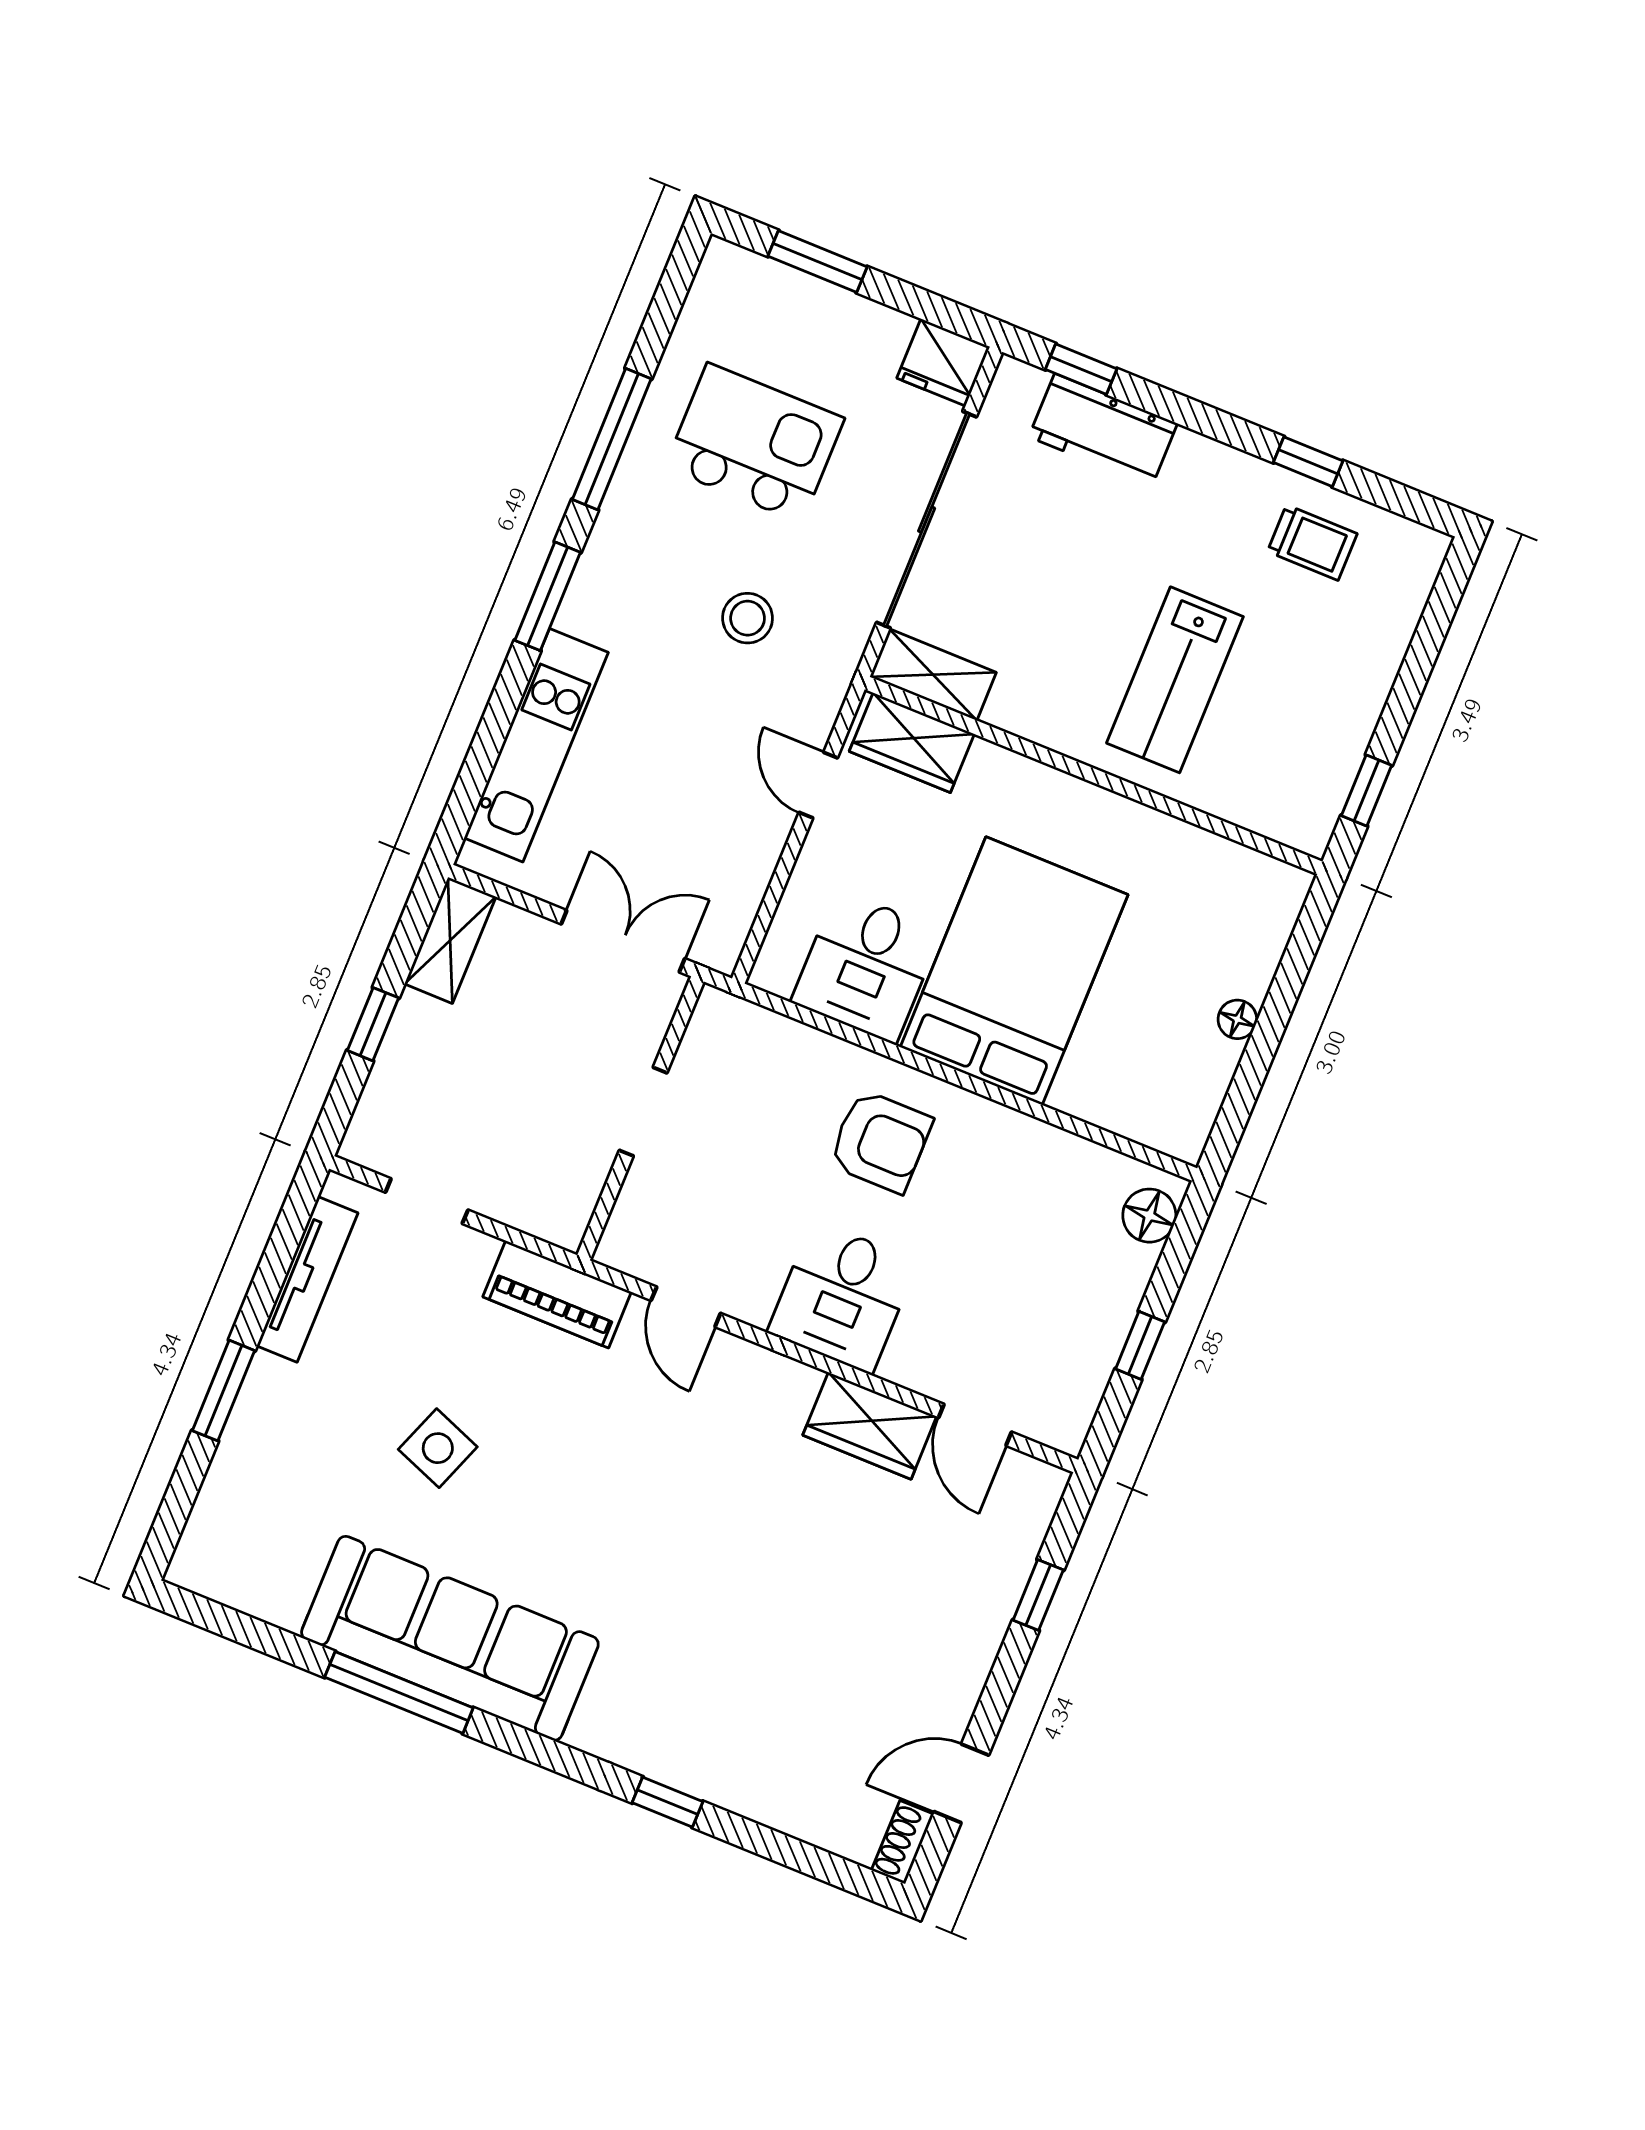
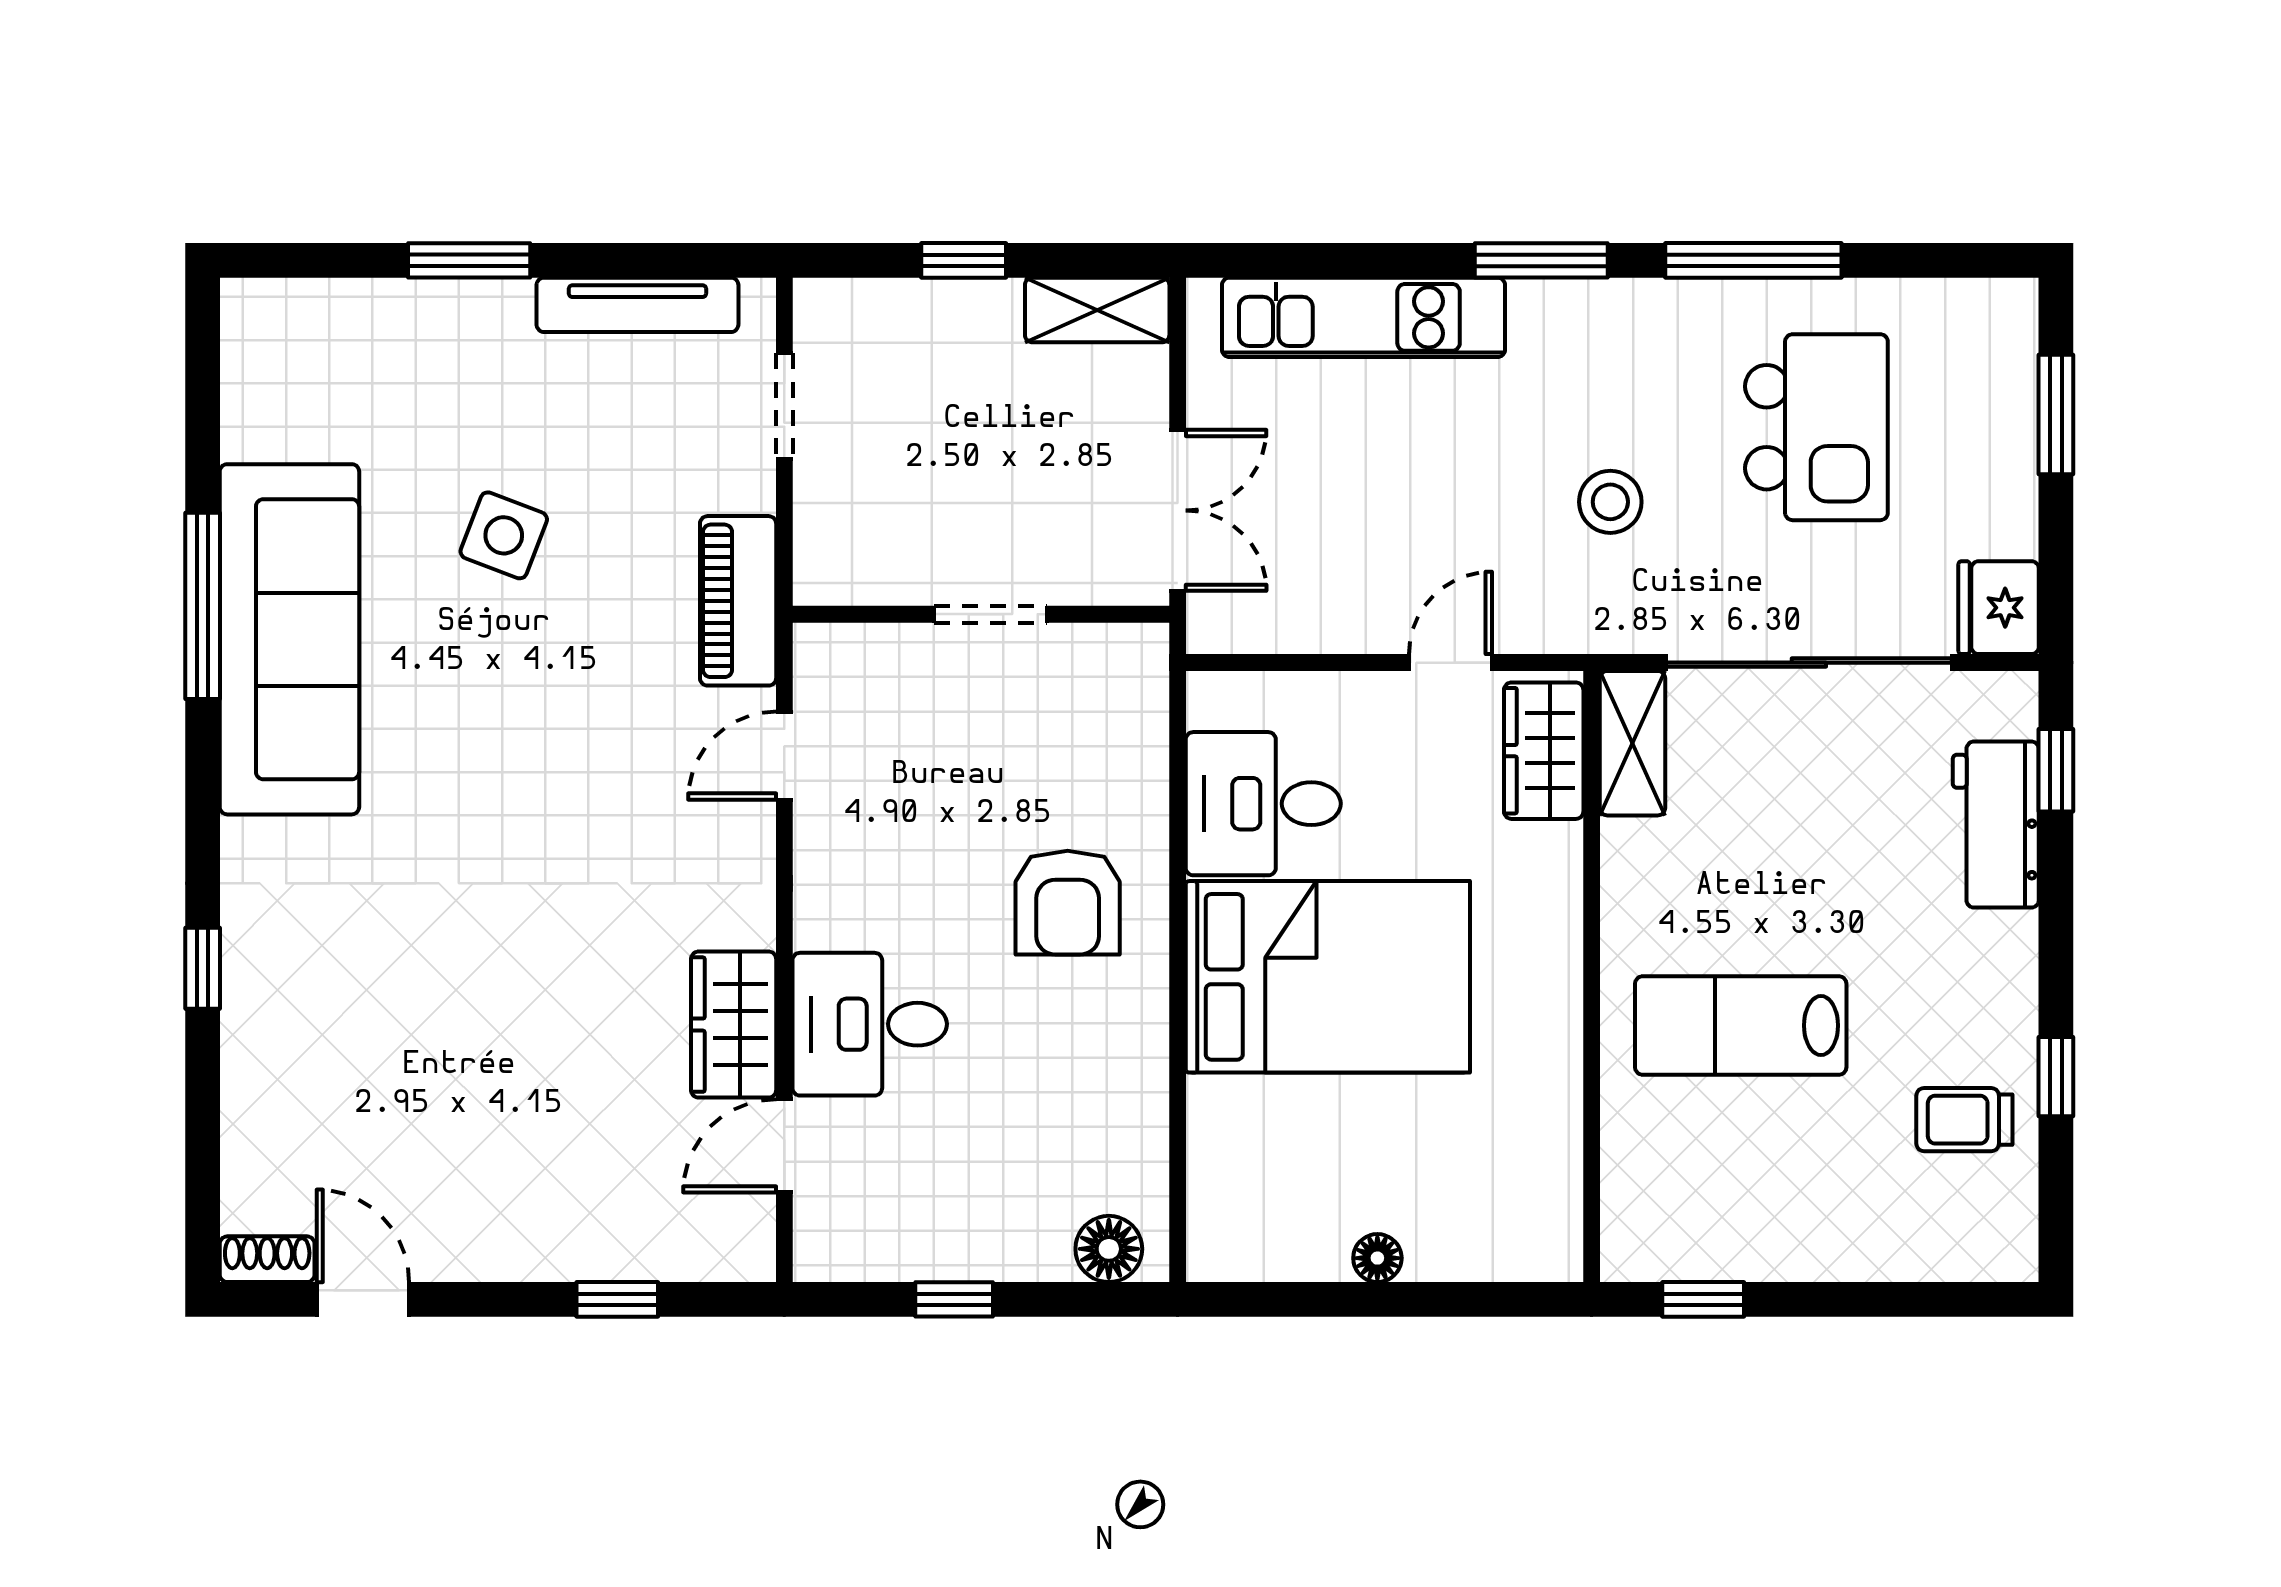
trolley: (1312, 543) -> (1964, 1120), turned 90
desk: (842, 1297) -> (870, 1024), moved

